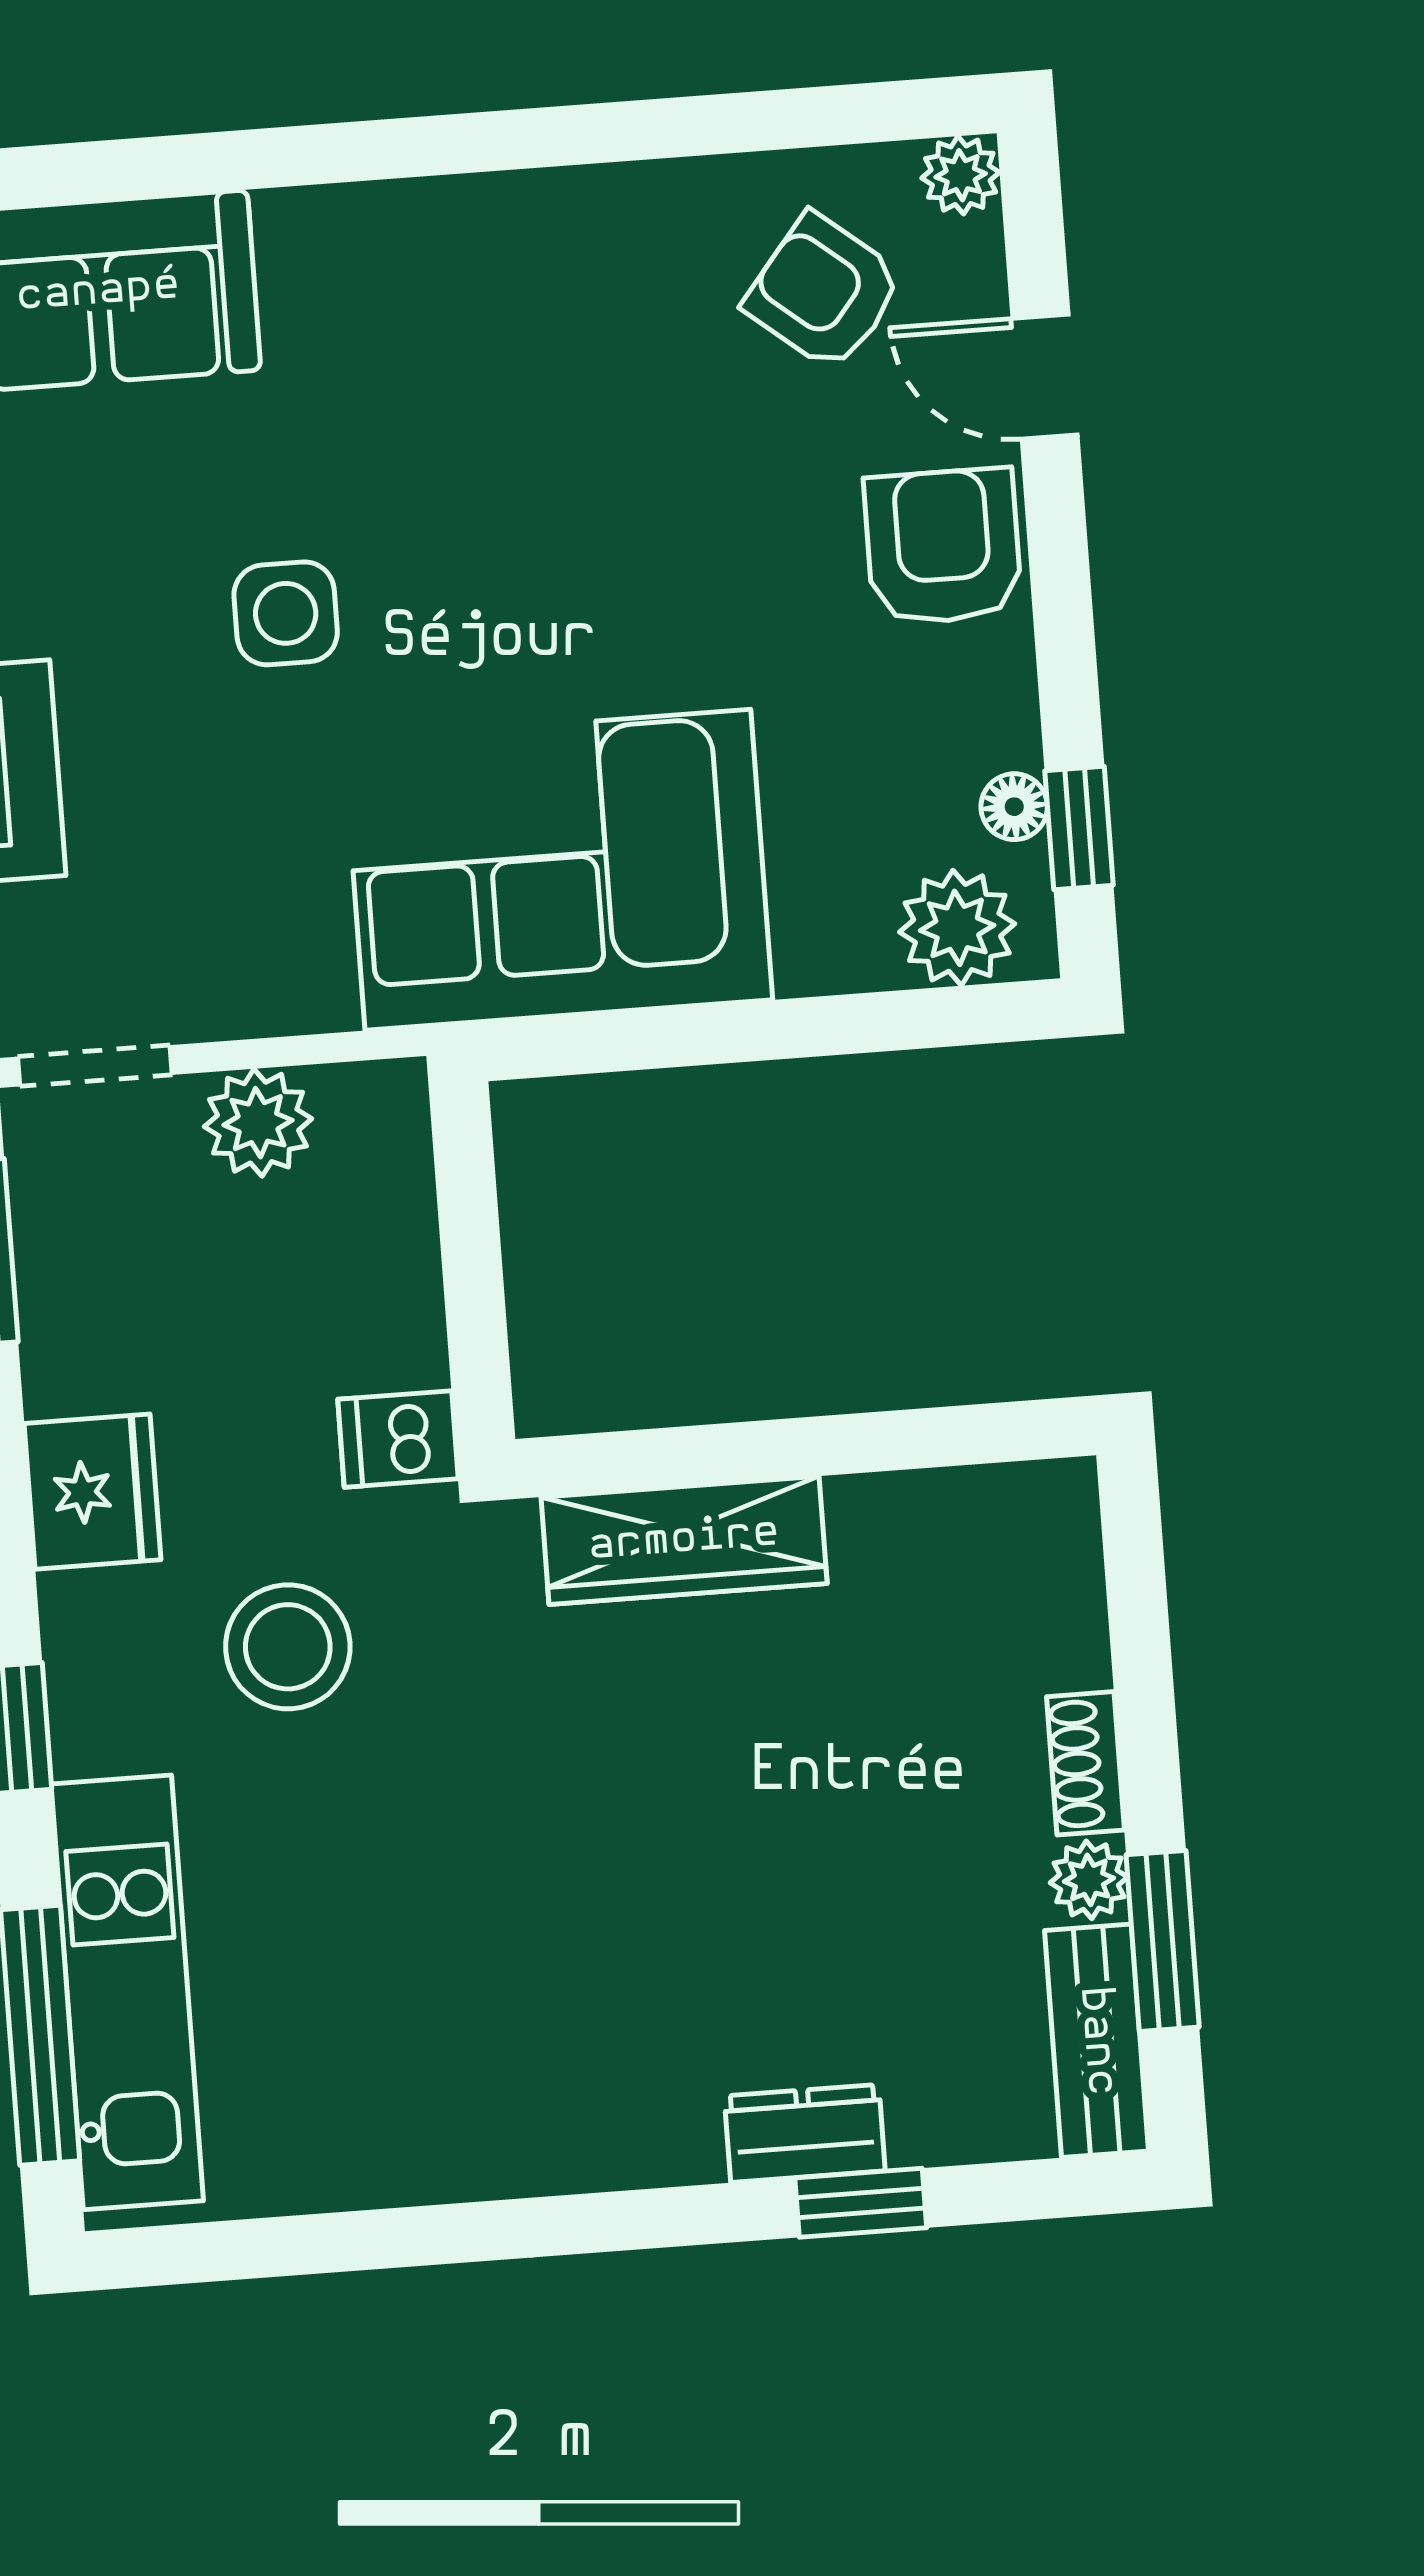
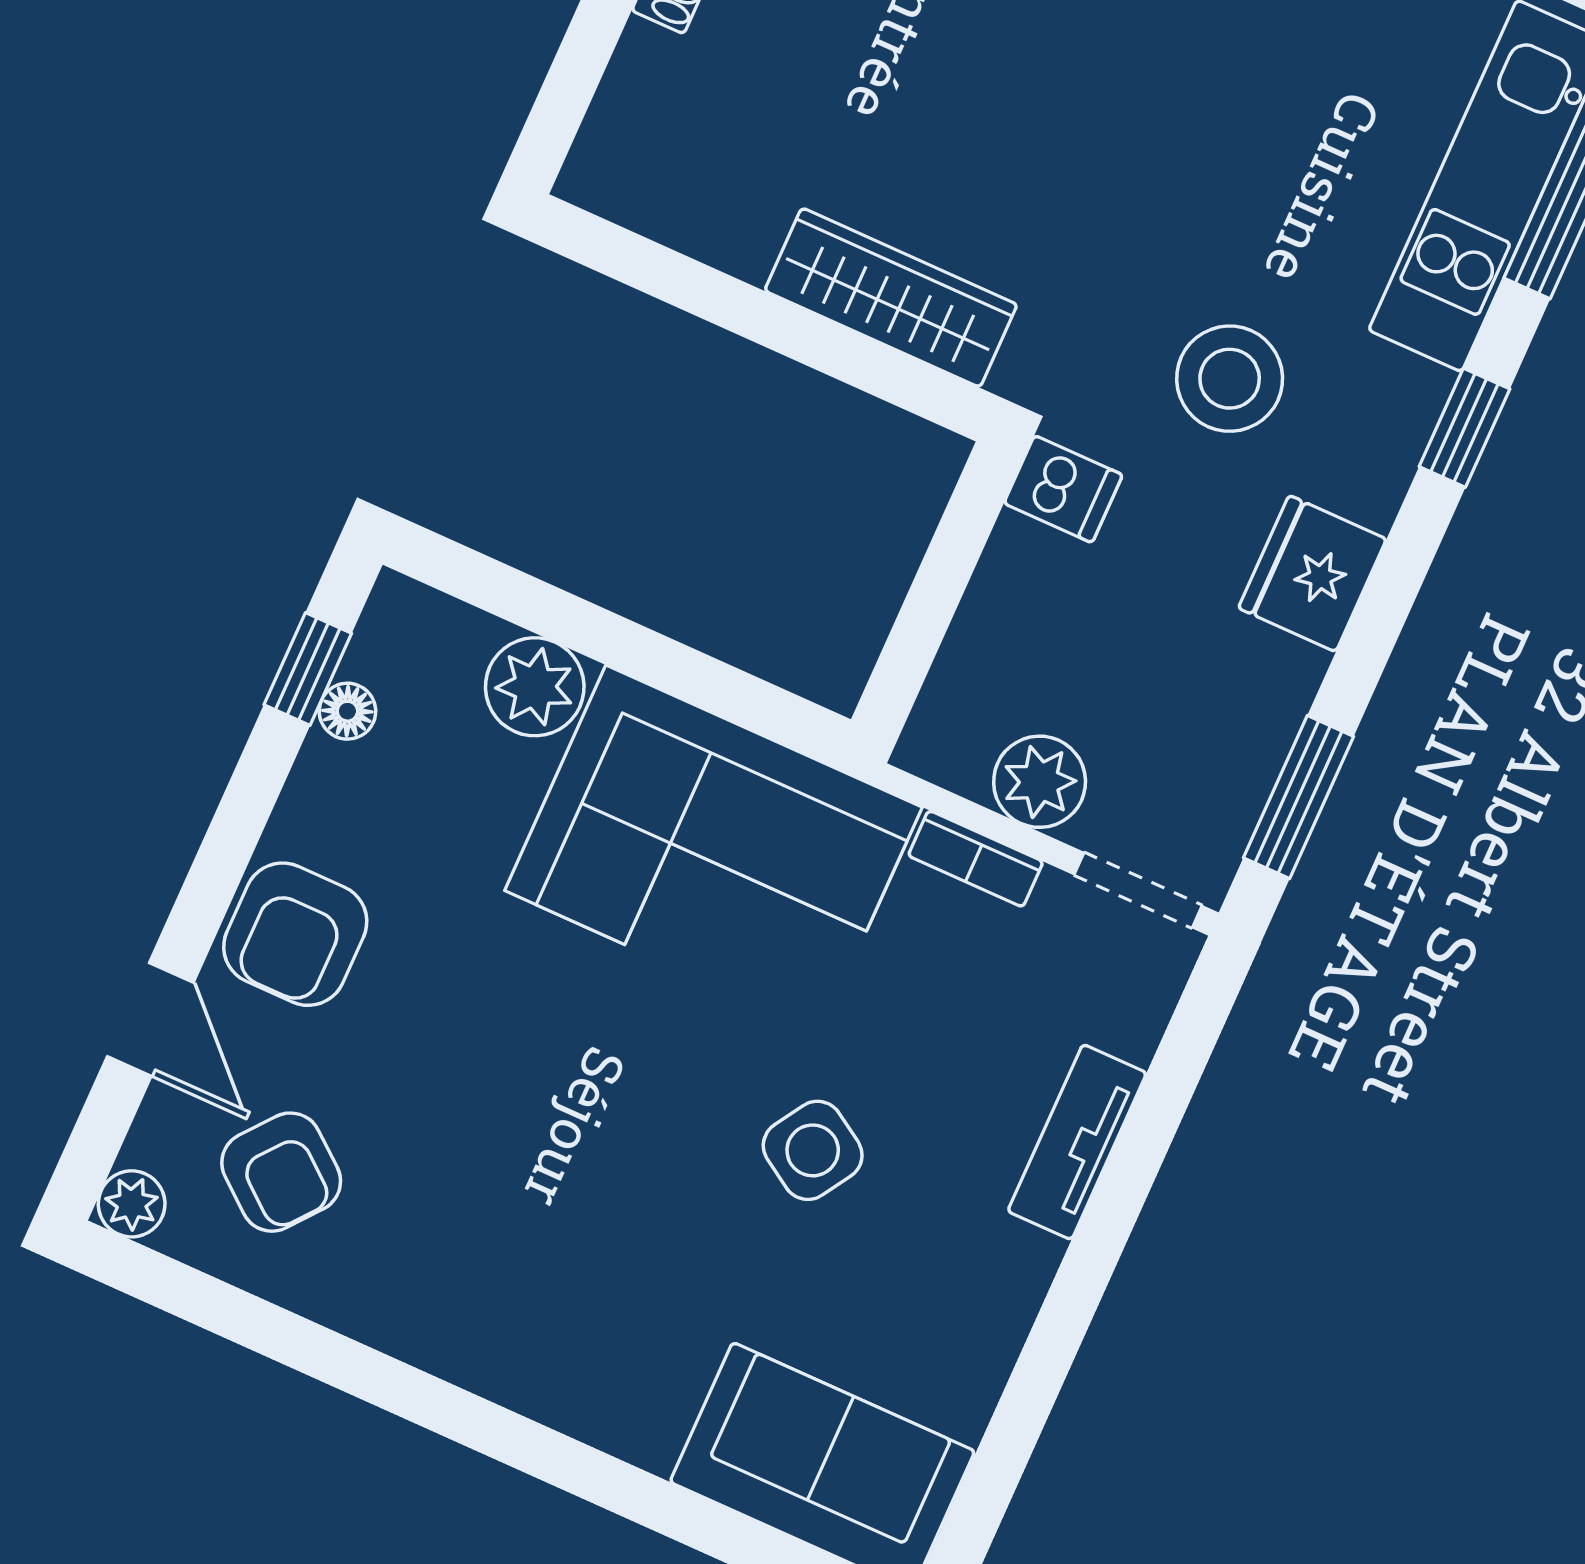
side table: (286, 613) -> (813, 1150), turned 32
plant: (957, 928) -> (535, 687), moved
bookcase: (281, 1007) -> (976, 859), added

